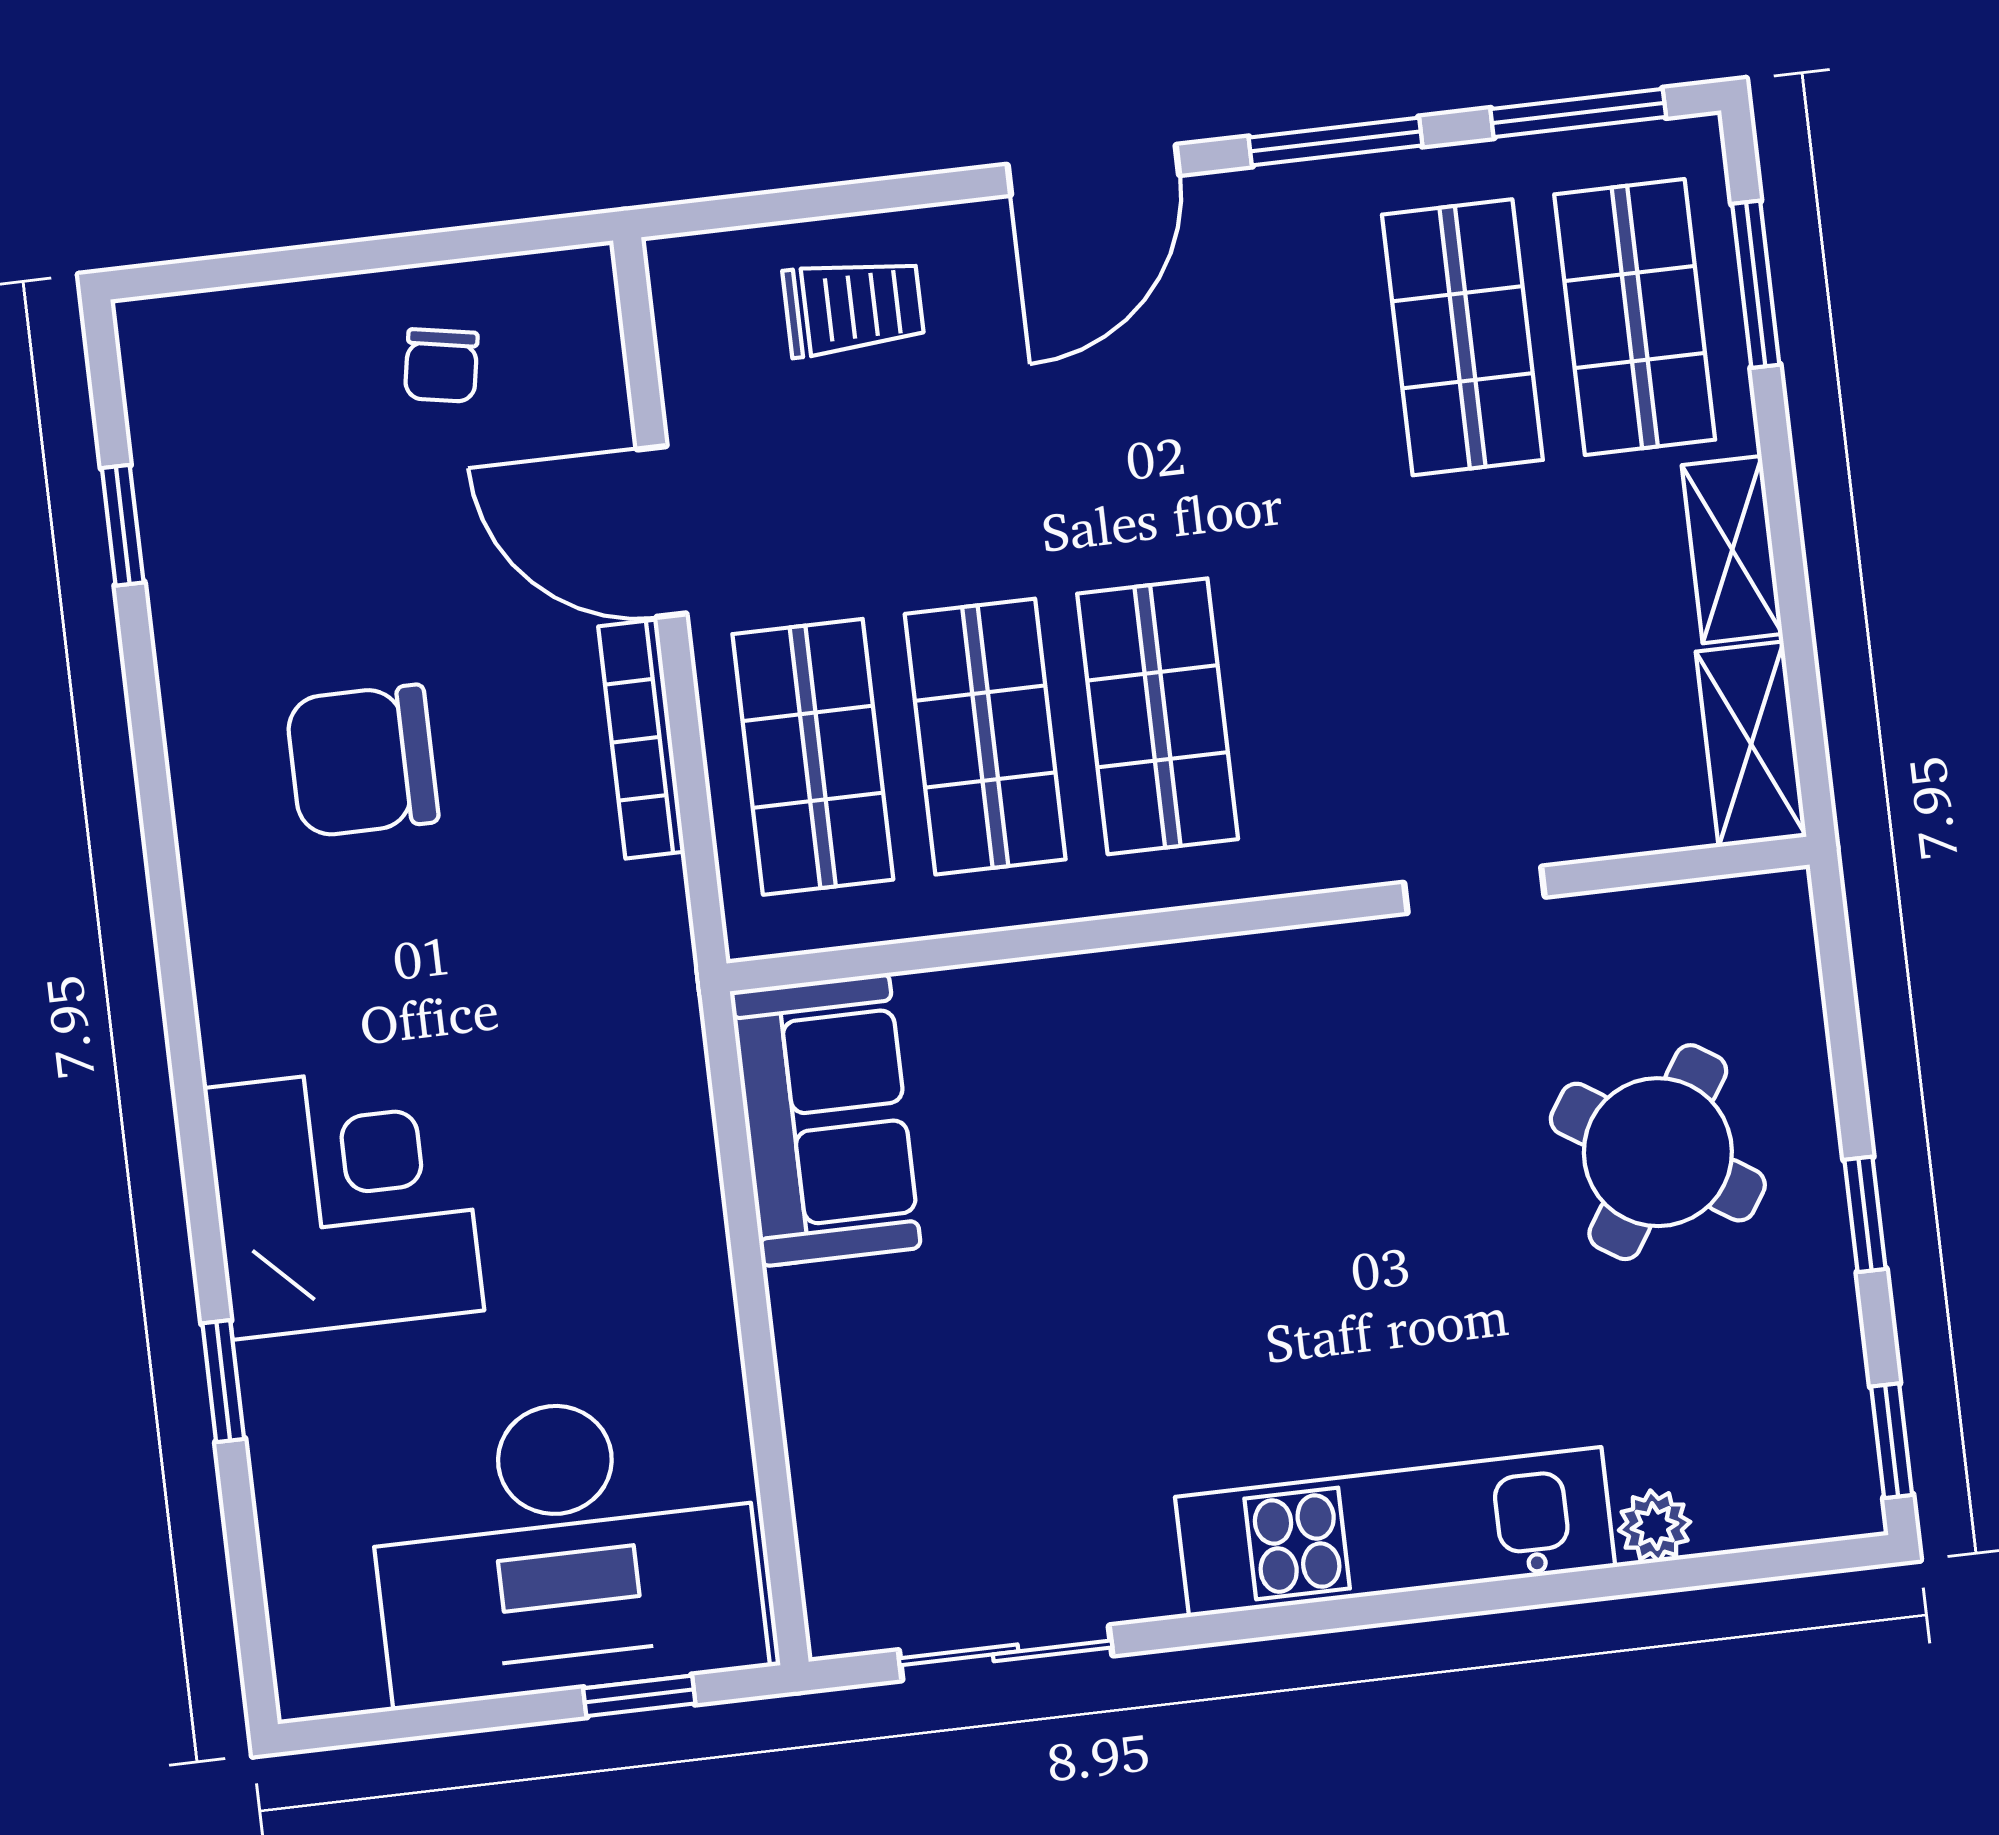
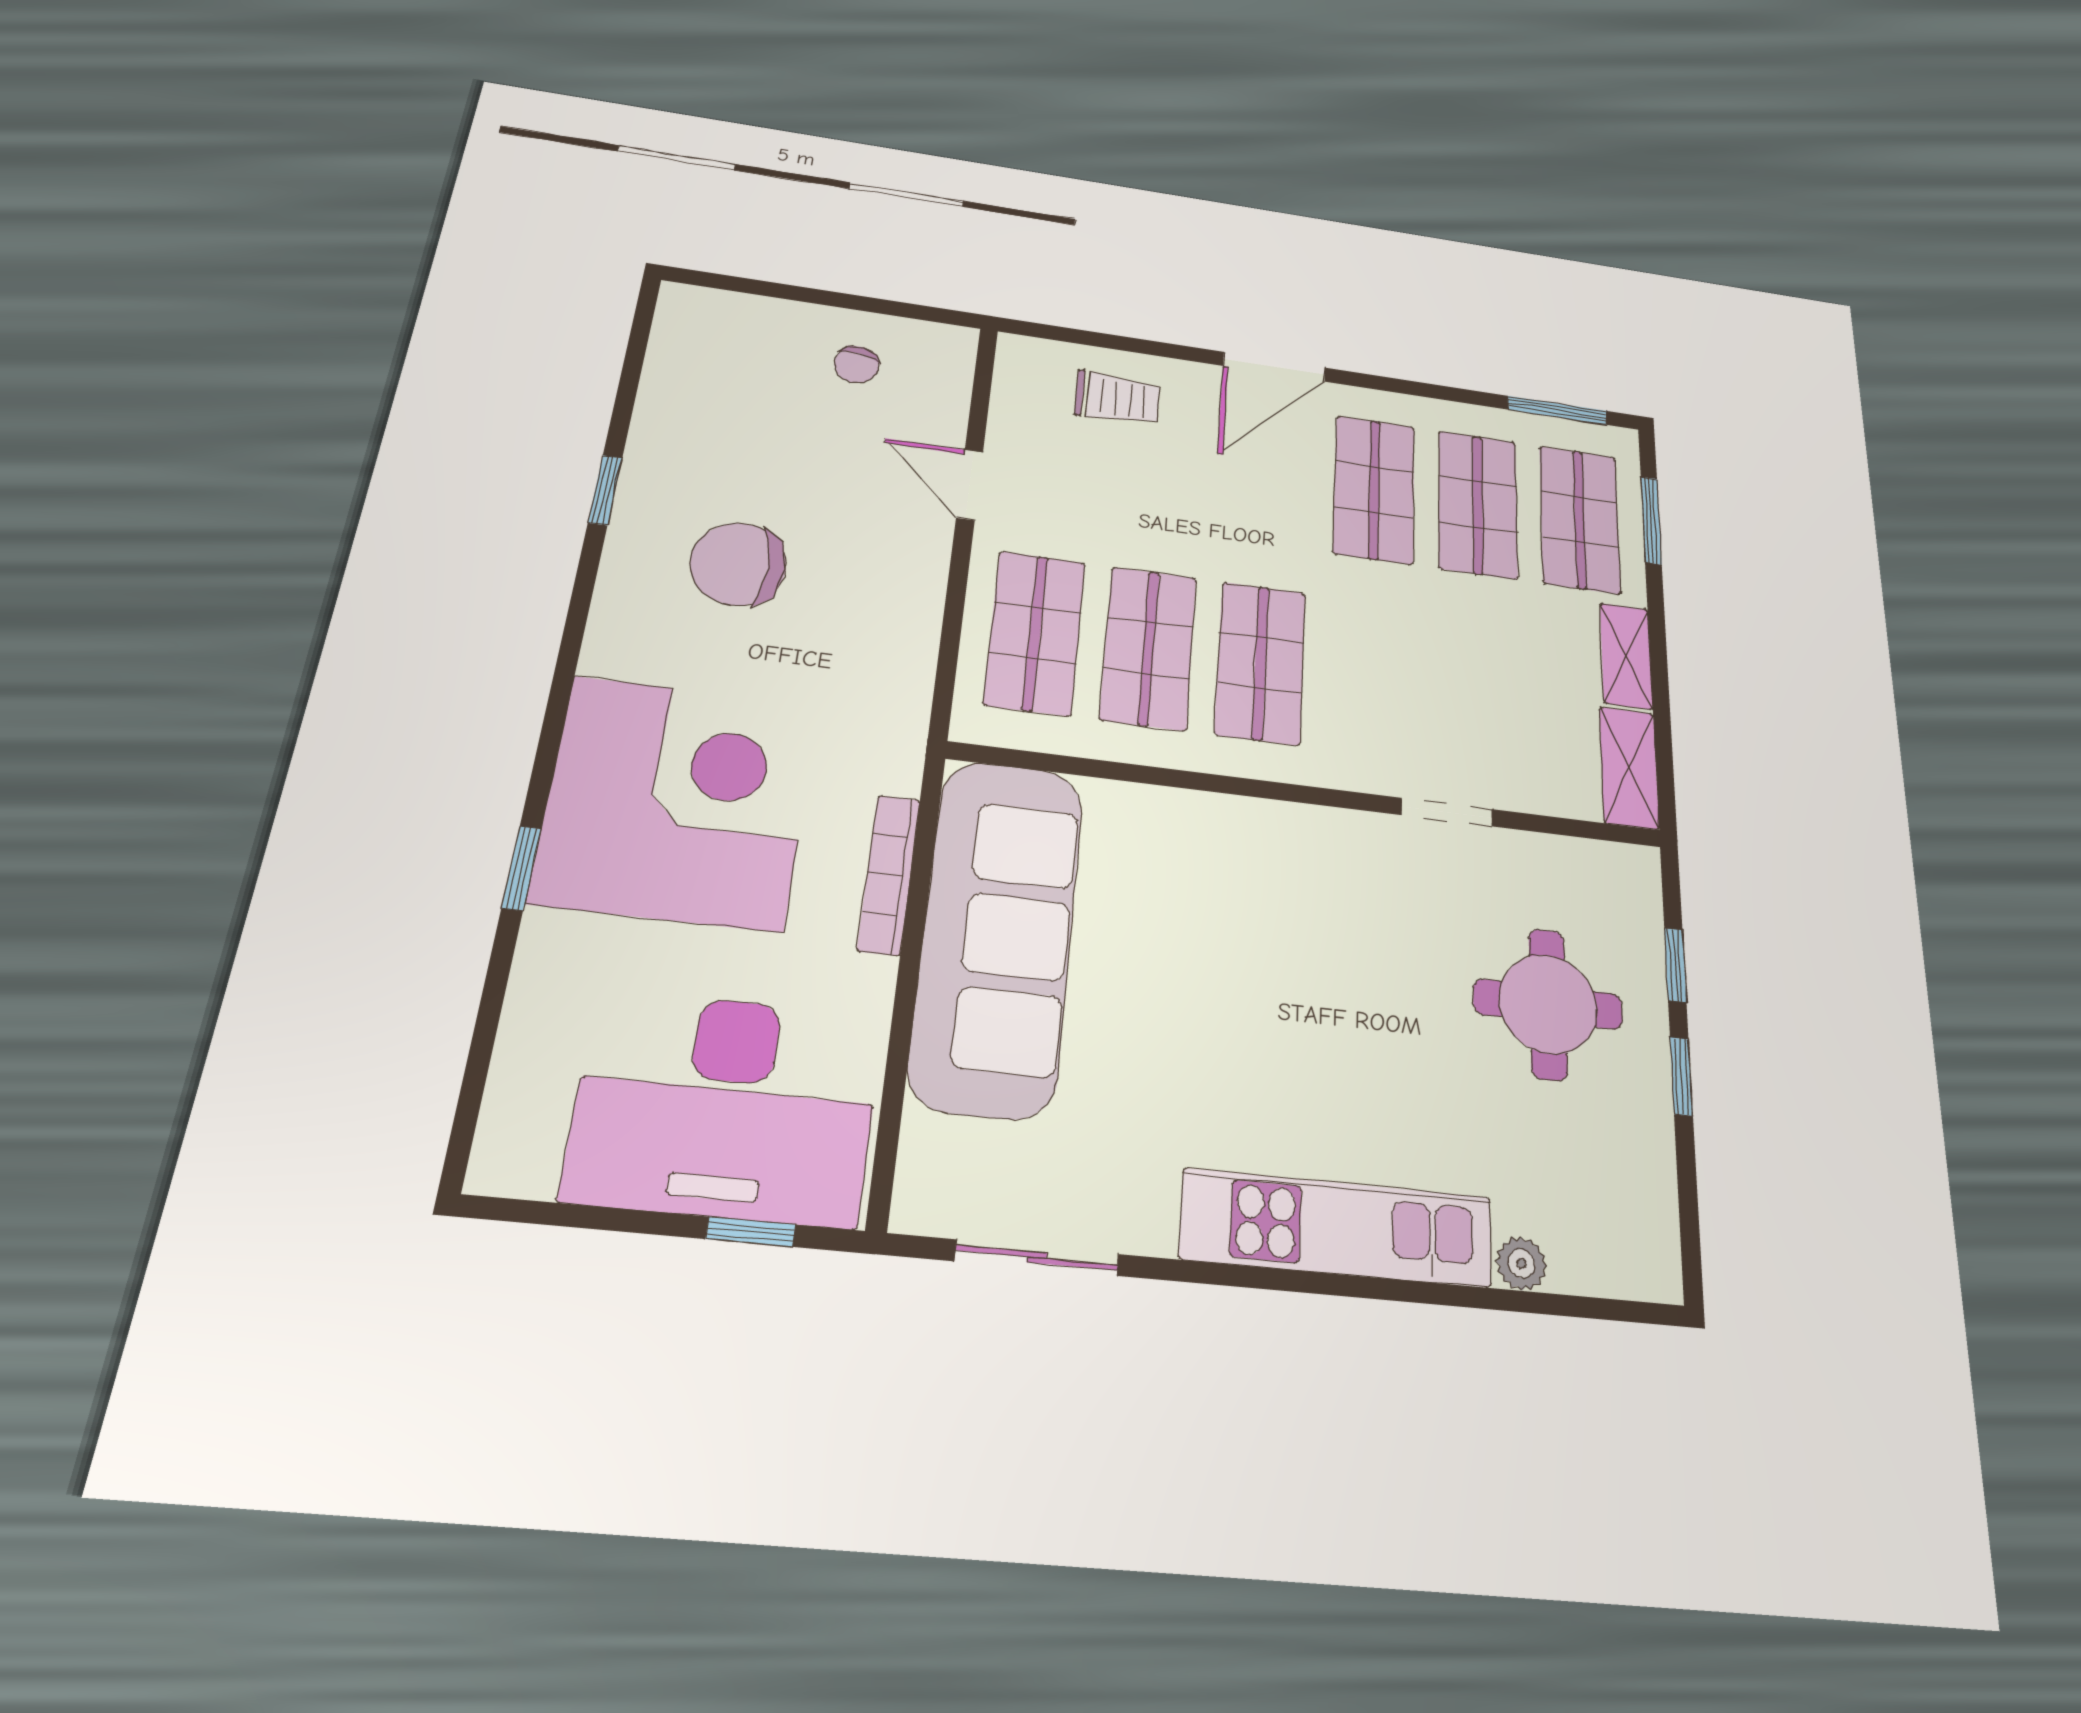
window: (1335, 141) -> (1417, 389), removed
shop shelf: (1290, 357) -> (1374, 489), added
window: (123, 525) -> (605, 490), moved
door: (661, 531) -> (970, 485), width x0.73
bookcase: (642, 739) -> (889, 874), moved
sofa: (825, 1120) -> (998, 935), width x1.85, depth x1.27
round table: (1658, 1152) -> (1548, 1004), turned -33
corner desk: (344, 1199) -> (677, 802), width x1.36, depth x1.36
window: (223, 1381) -> (521, 868), moved
window: (1892, 1441) -> (1675, 965), moved

